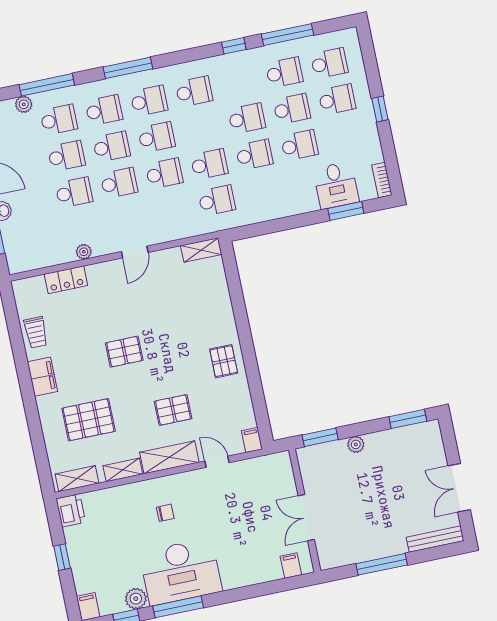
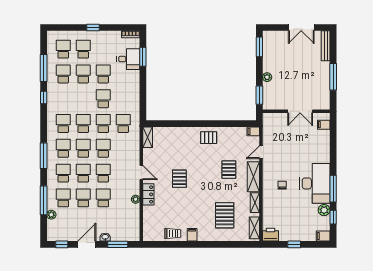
school desk: (247, 118) -> (83, 124), moved
locker: (66, 280) -> (148, 194), moved
pallet: (124, 352) -> (179, 179), moved
filing cabinet: (43, 377) -> (192, 235), width x0.50

